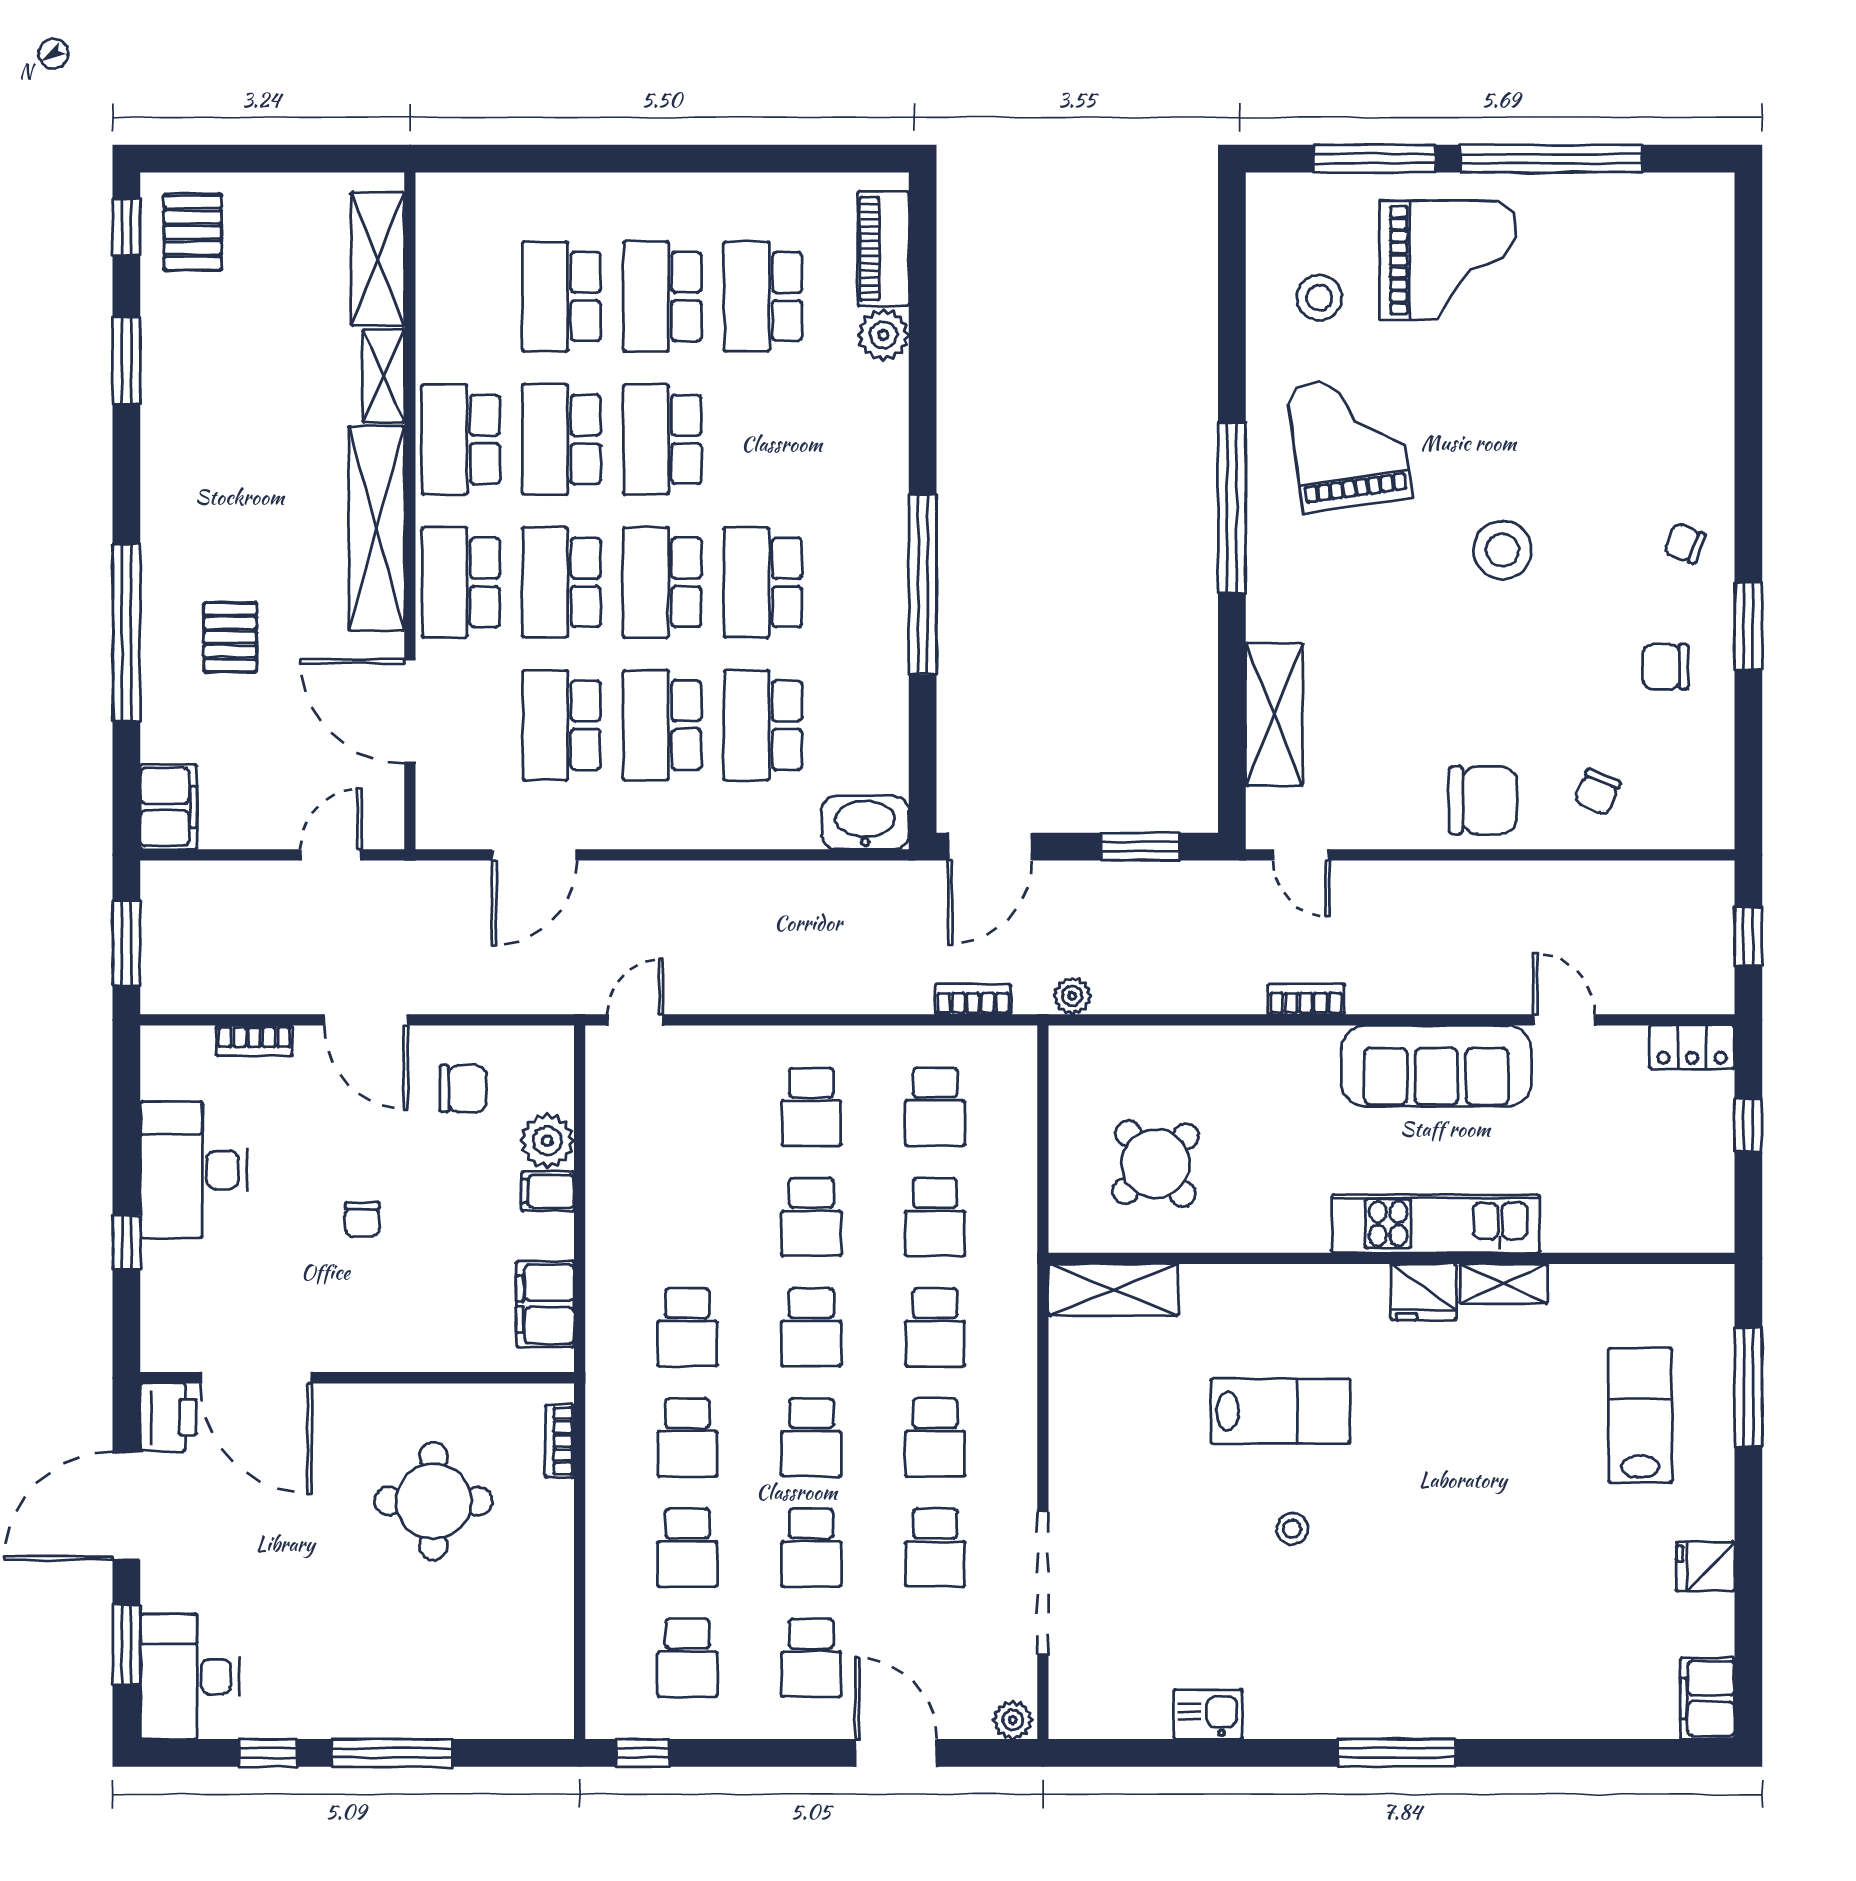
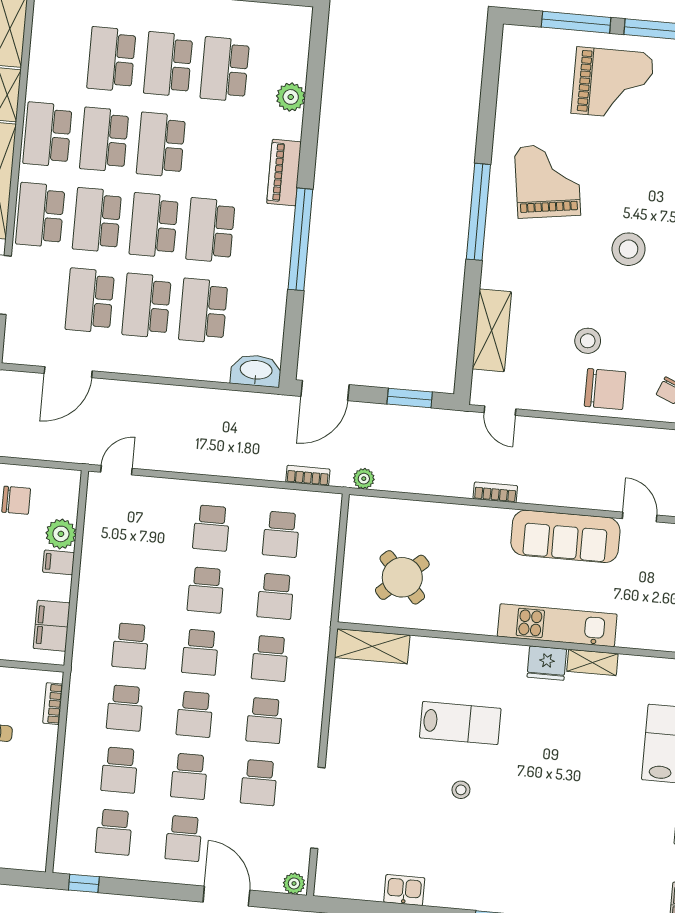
piano: (883, 249) -> (284, 173), moved
stool: (1319, 298) -> (588, 341), moved

